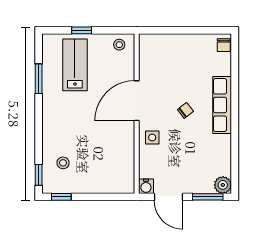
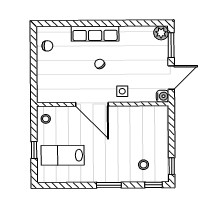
chair: (224, 45) -> (47, 46), moved
window: (39, 79) -> (109, 185), moved

